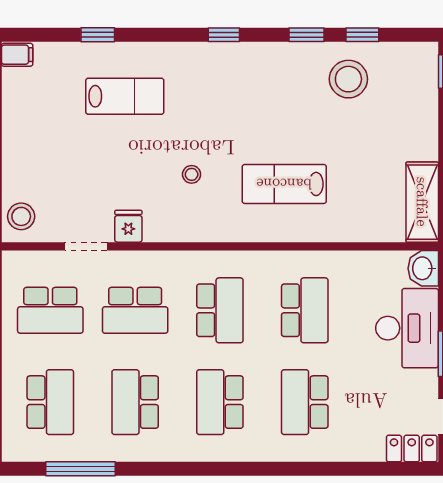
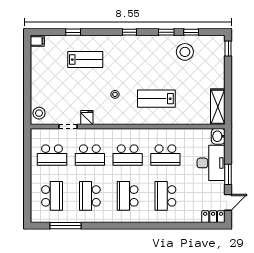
school desk: (220, 310) -> (128, 155), turned 90
school desk: (305, 310) -> (165, 155), turned 90

